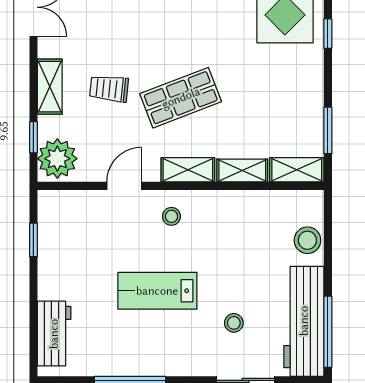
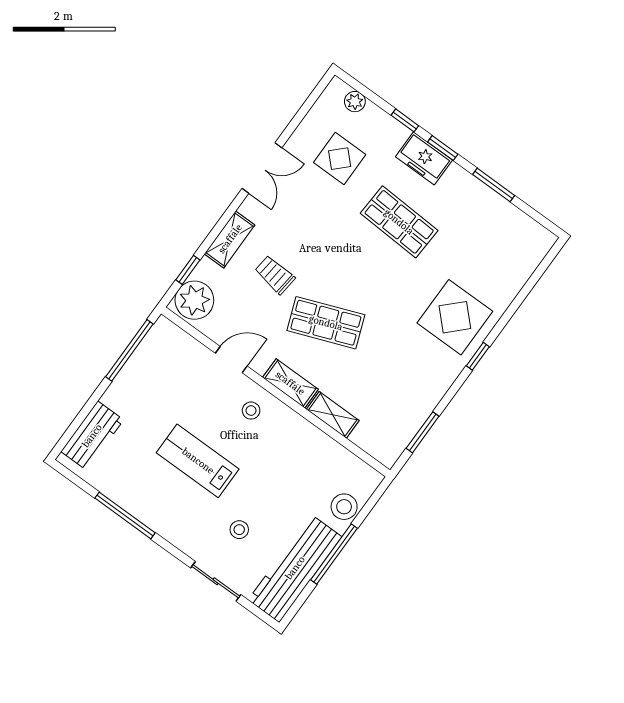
shelving: (297, 170) -> (376, 445), removed
window: (33, 240) -> (129, 350), width x2.17
window: (328, 332) -> (334, 554), moved

